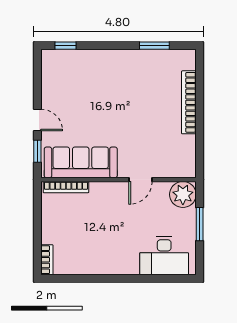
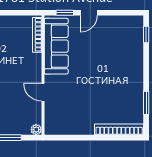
bookcase: (189, 102) -> (119, 129), moved
plant: (183, 194) -> (36, 130), width x0.53, depth x0.53

